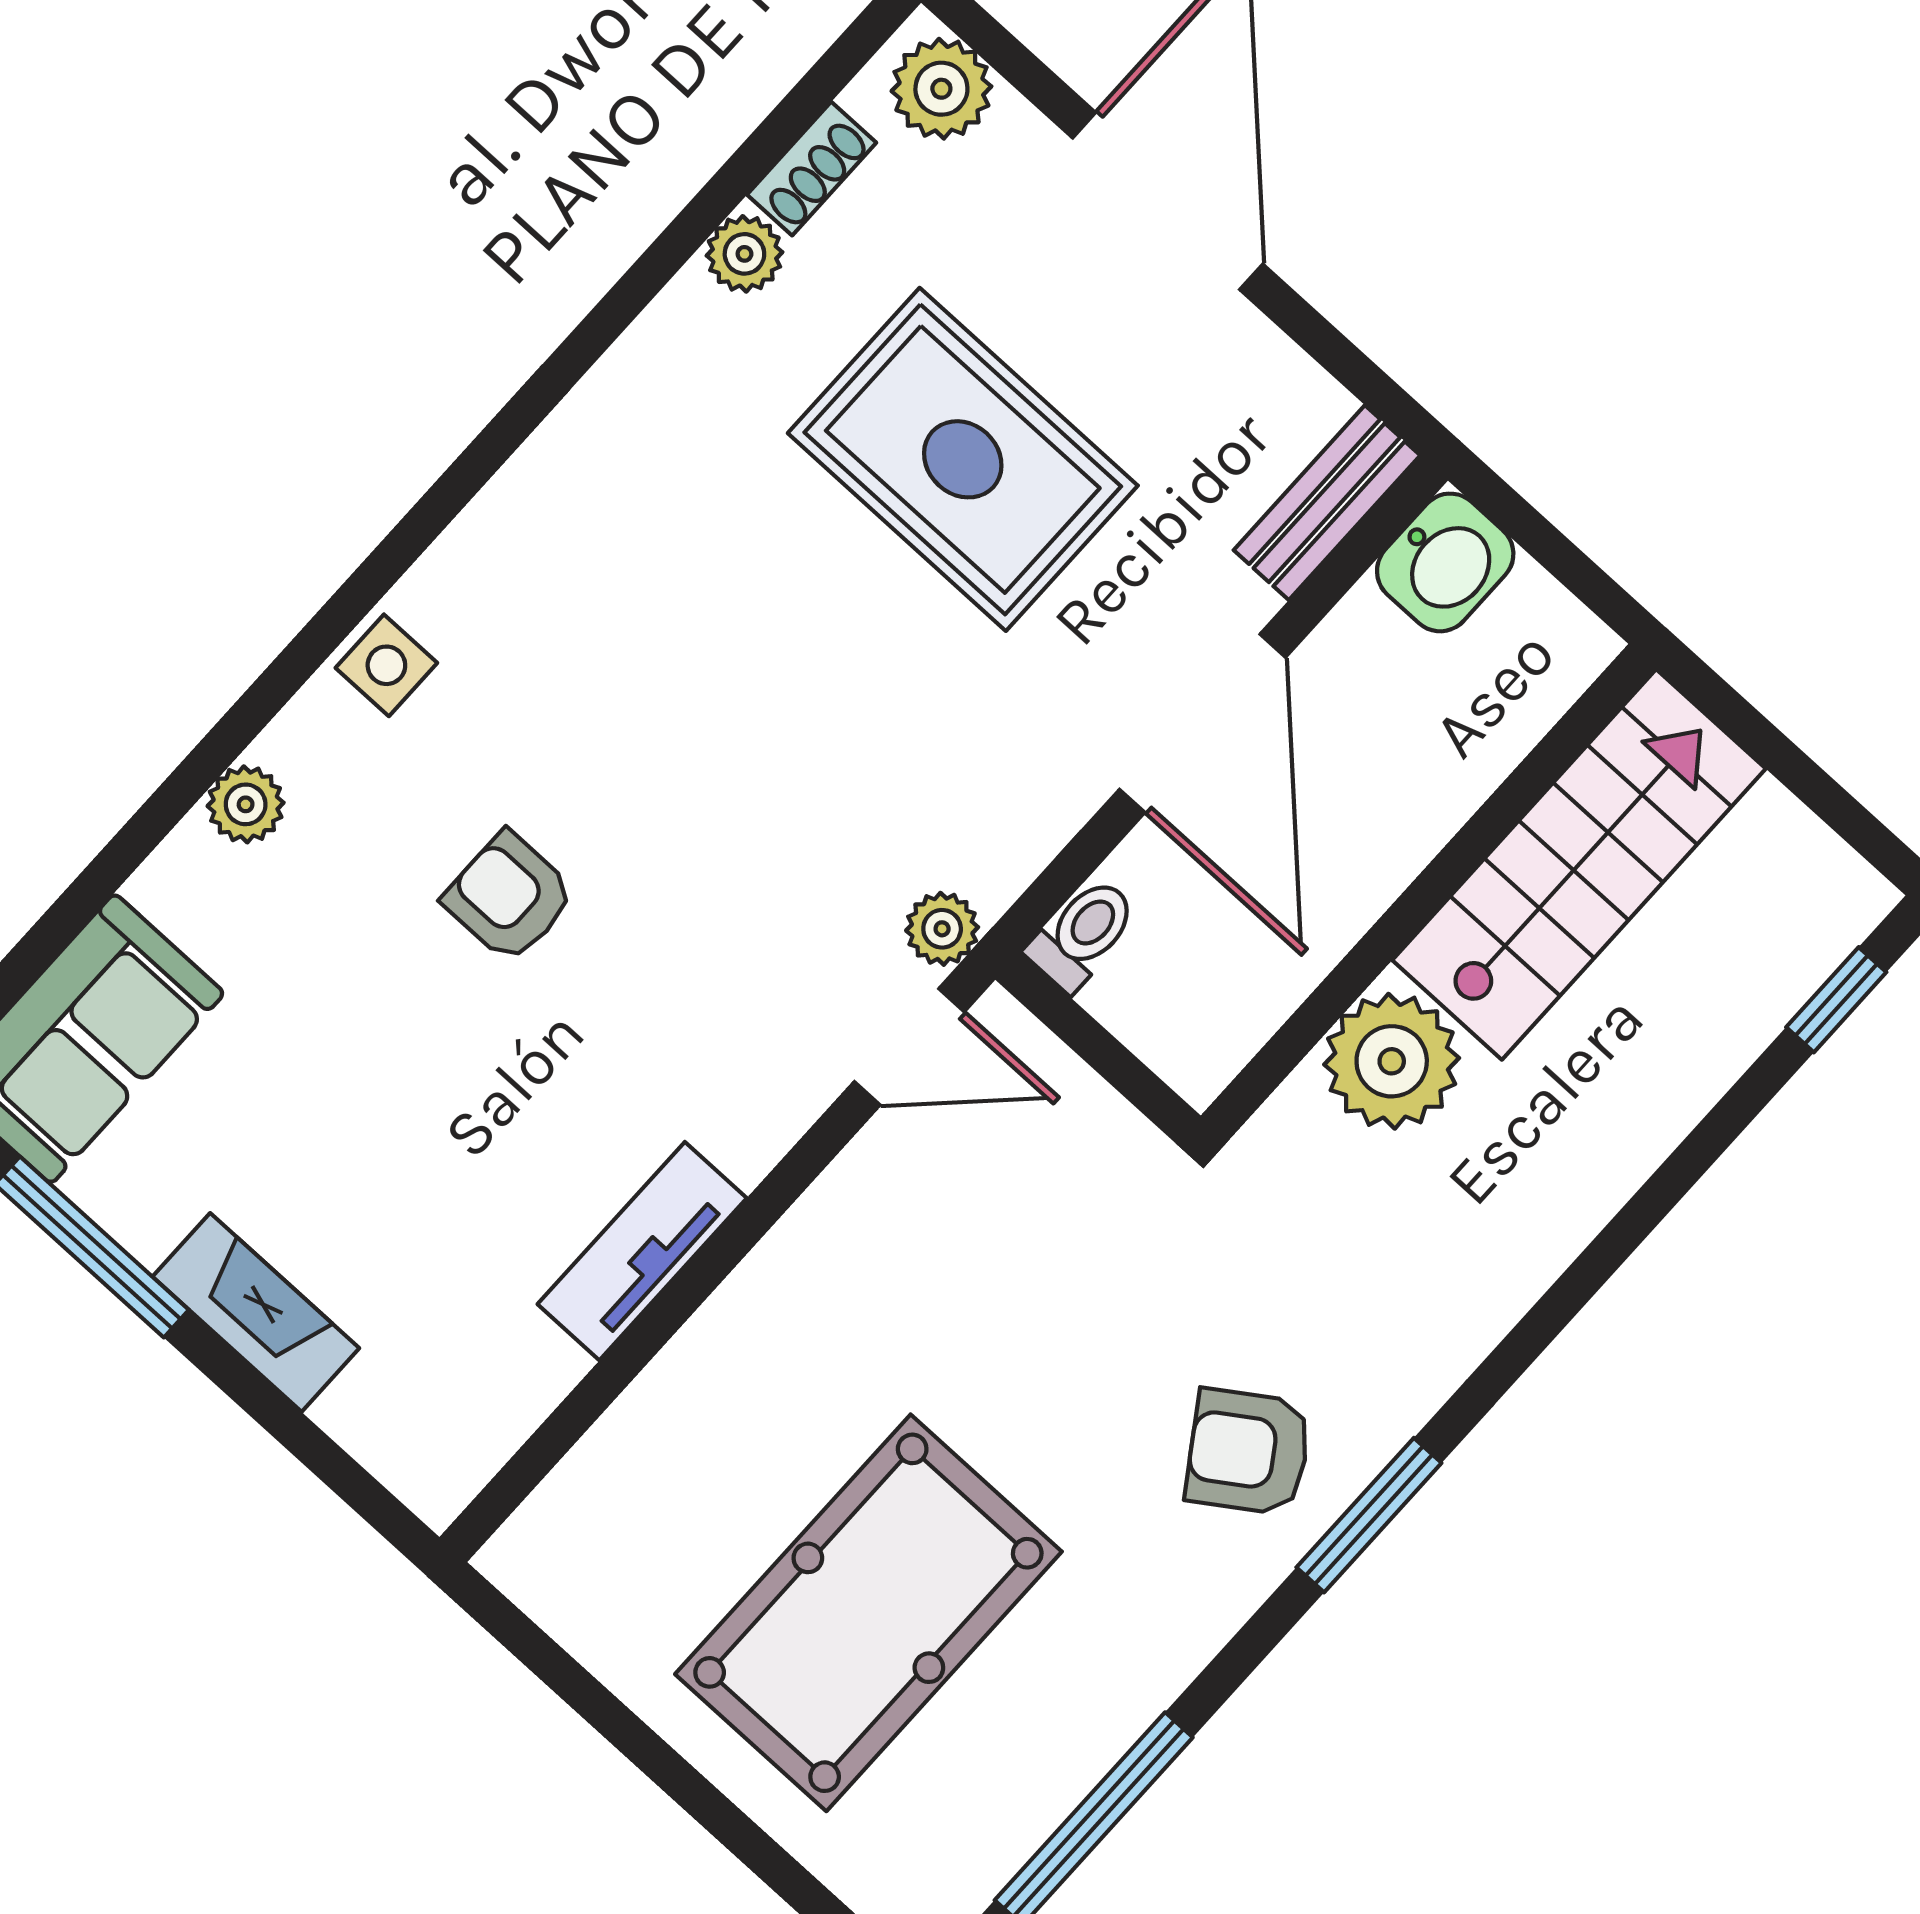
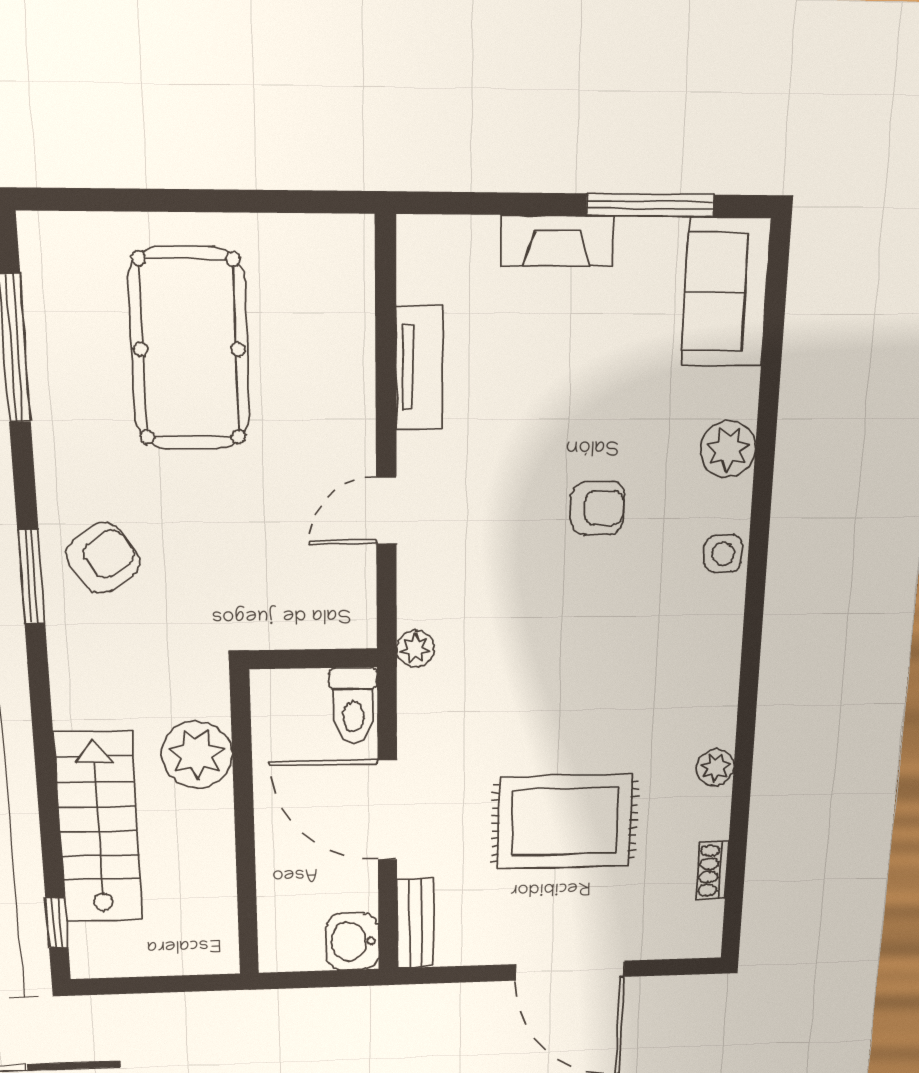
plant: (941, 89) -> (688, 937), removed
plant: (744, 254) -> (715, 767), moved
plant: (246, 804) -> (728, 449), width x1.38, depth x1.38
stairs: (1579, 864) -> (99, 827), moved, turned 180
toilet: (1082, 934) -> (353, 706), width x1.37, depth x1.39
door: (909, 1047) -> (386, 511), moved
tv unit: (642, 1251) -> (419, 367), moved

